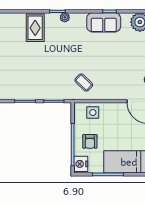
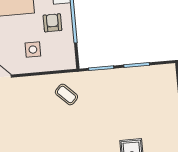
side table: (93, 113) -> (33, 50), moved

